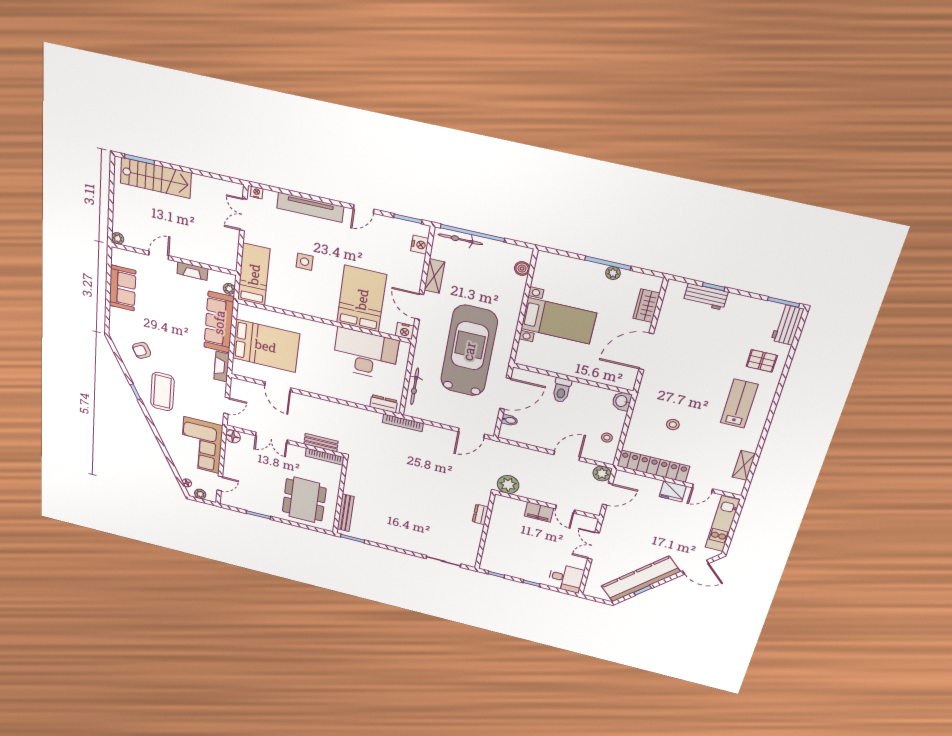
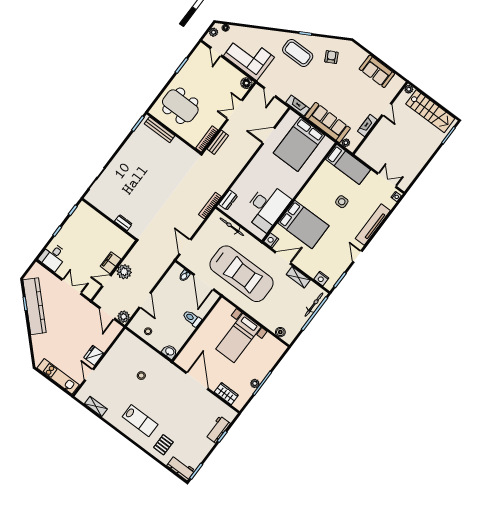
stairs: (156, 178) -> (430, 111), moved, turned -90
locker: (653, 466) -> (117, 351), removed
plant: (508, 485) -> (124, 272), moved
door: (696, 567) -> (31, 346), removed

